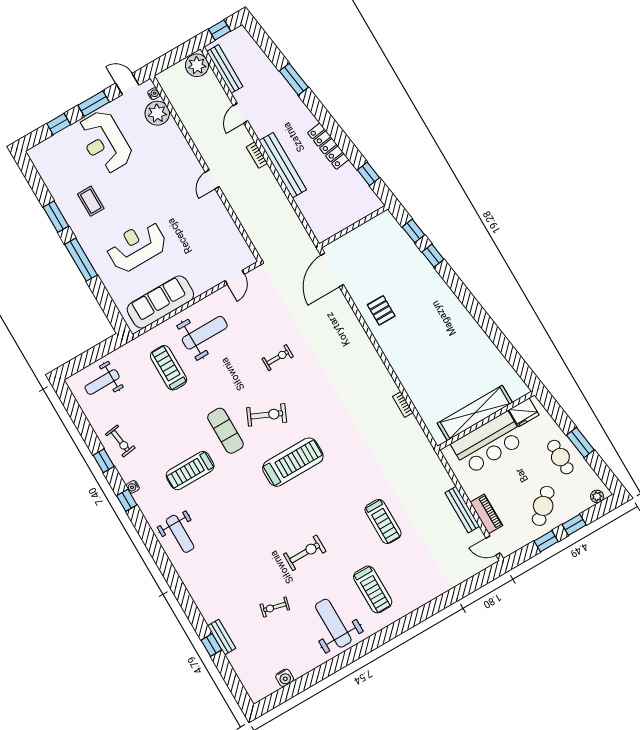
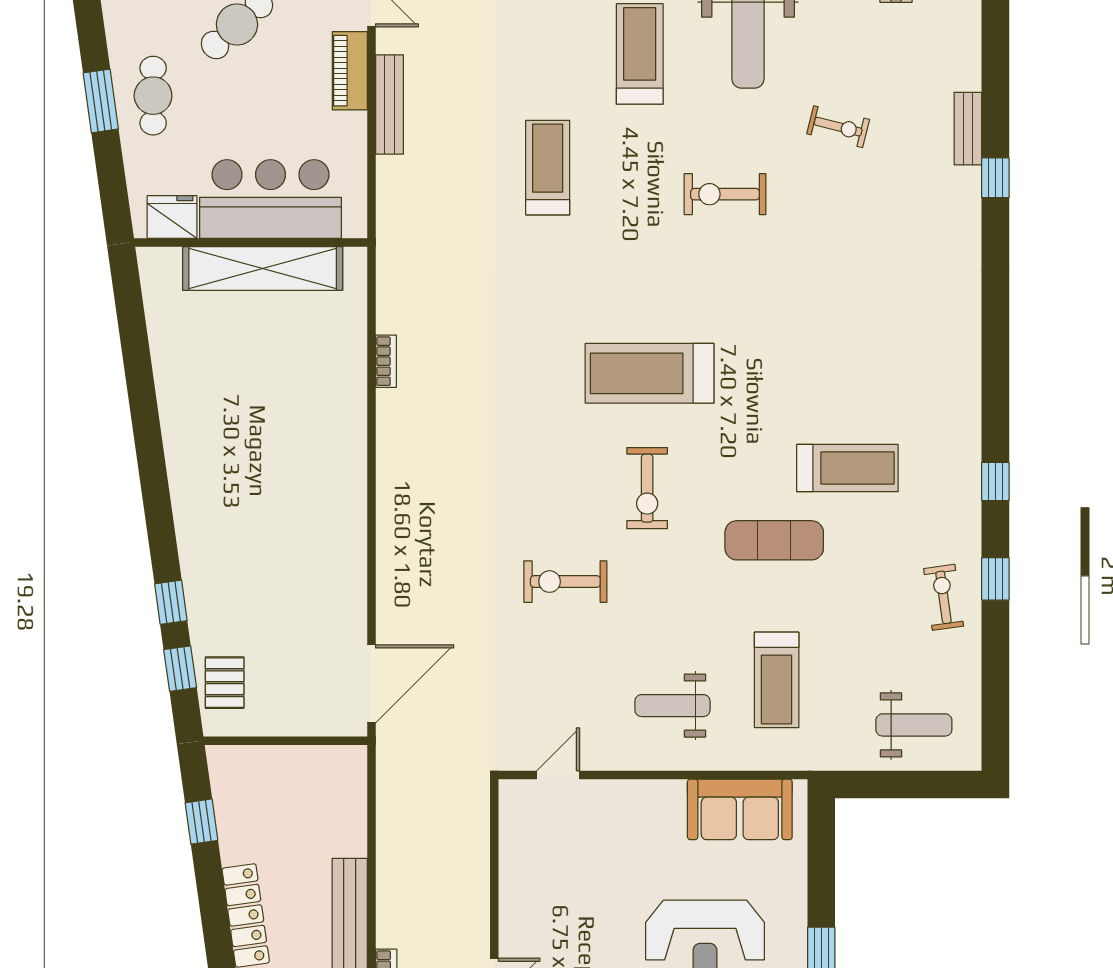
sofa: (160, 302) -> (740, 809), width x0.73
pallet: (381, 310) -> (225, 683), moved
weight bench: (205, 333) -> (672, 706), width x0.73, depth x0.75
exercise bike: (278, 358) -> (565, 582), width x1.38, depth x1.39
exercise bike: (267, 415) -> (647, 488), turned -114
exercise mat: (225, 431) -> (774, 540), moved, turned 90
water cooler: (133, 487) -> (970, 500), removed
weight bench: (180, 534) -> (934, 363), removed
window: (211, 645) -> (995, 178), moved

